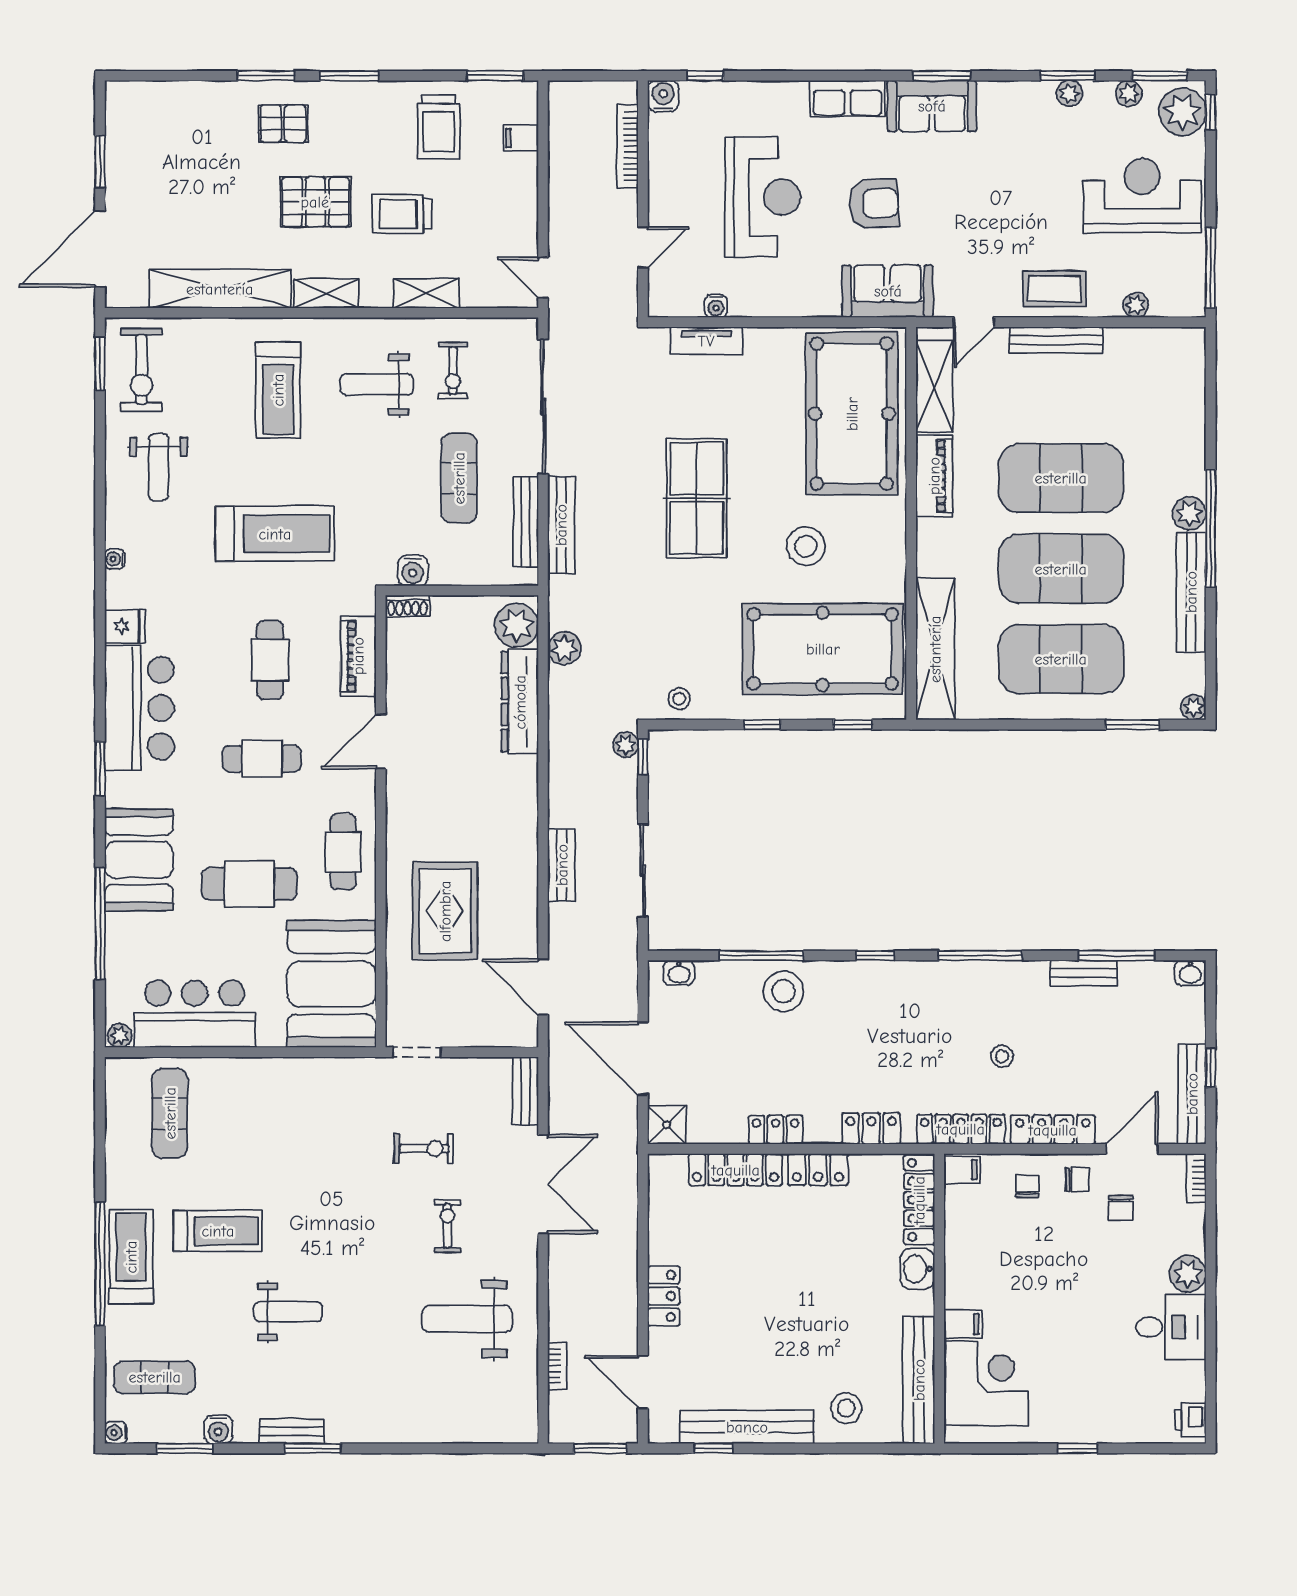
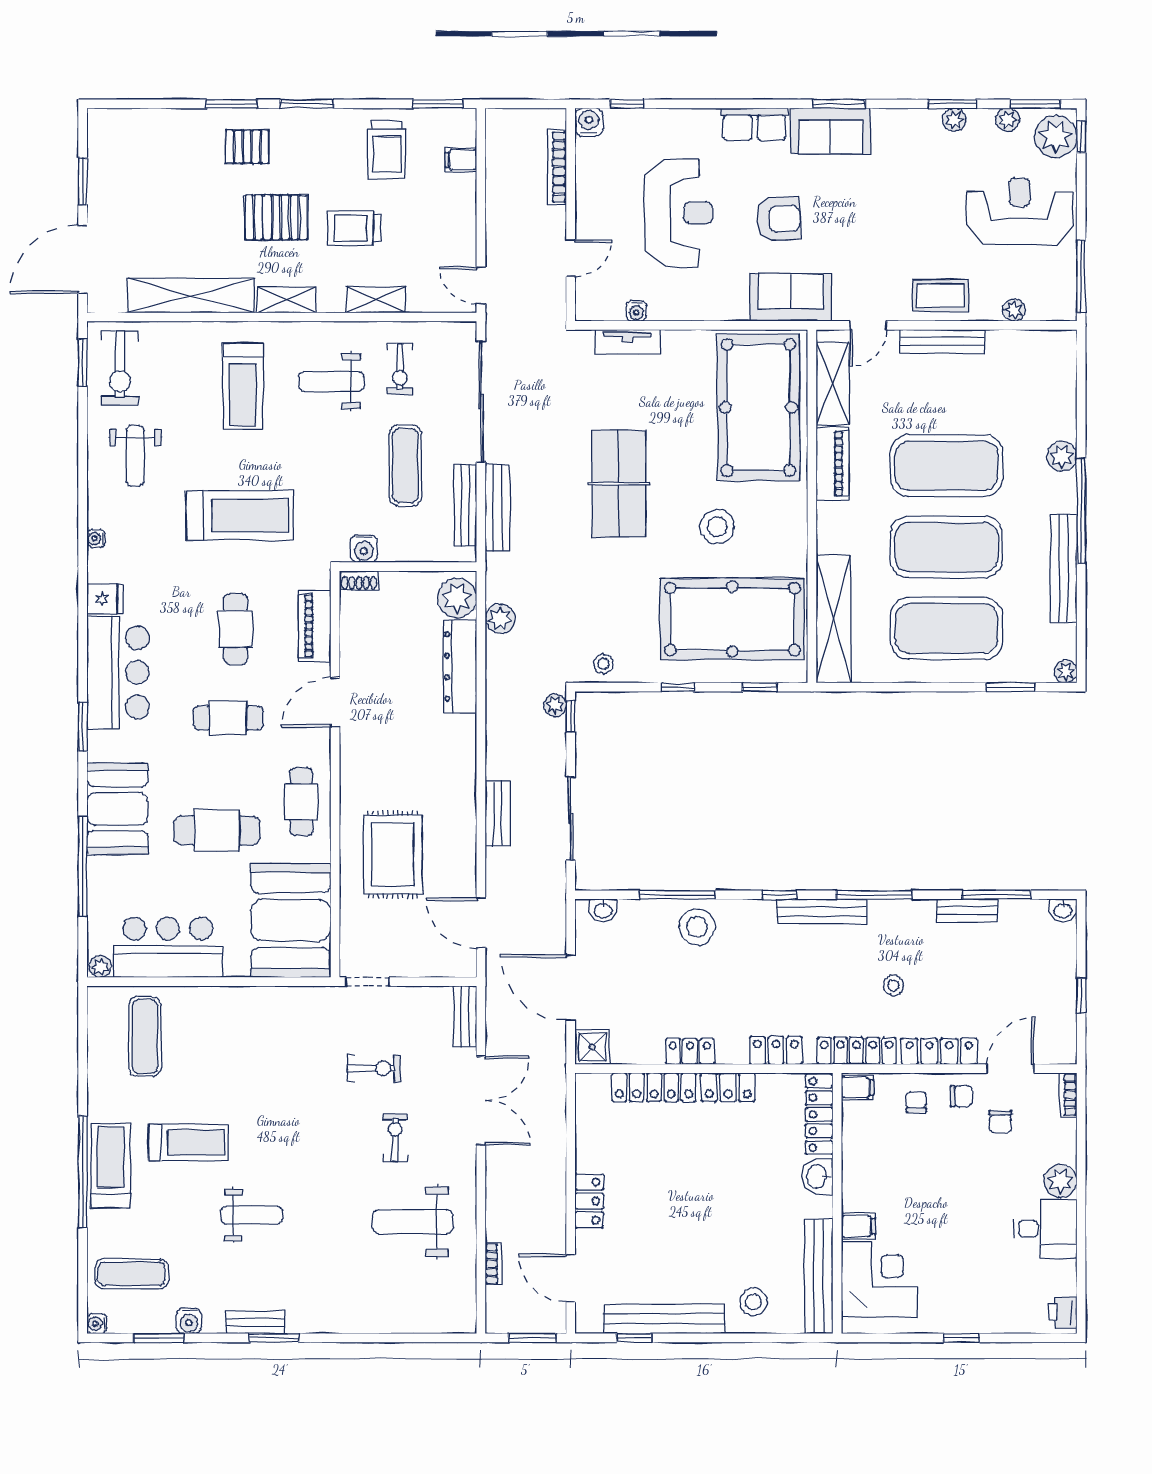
plant: (1189, 513) -> (1062, 456), moved
bench: (1192, 1094) -> (822, 912), moved, turned 90

